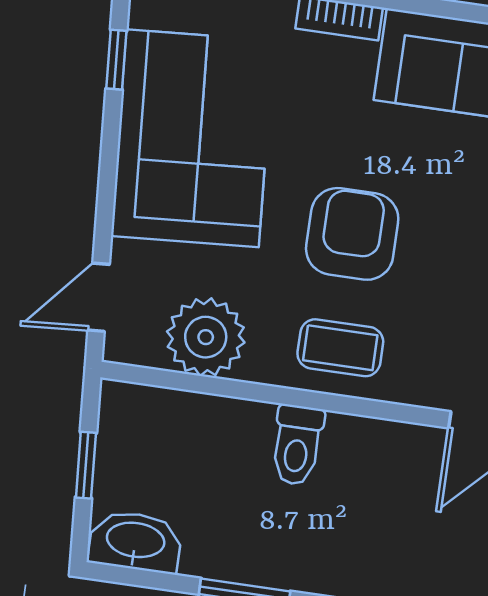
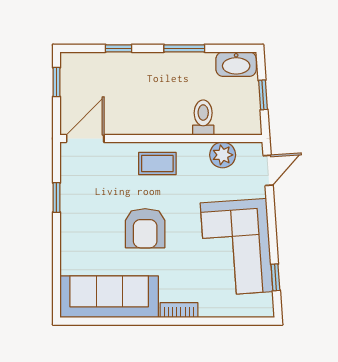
armchair: (352, 234) -> (145, 228), moved
plant: (206, 337) -> (223, 155), width x0.73, depth x0.73
toilet: (297, 445) -> (203, 117), moved

